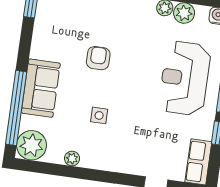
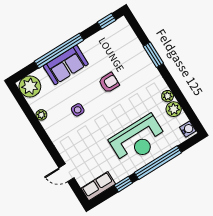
reception desk: (185, 78) -> (138, 140), turned 180
window: (16, 108) -> (59, 51), moved

